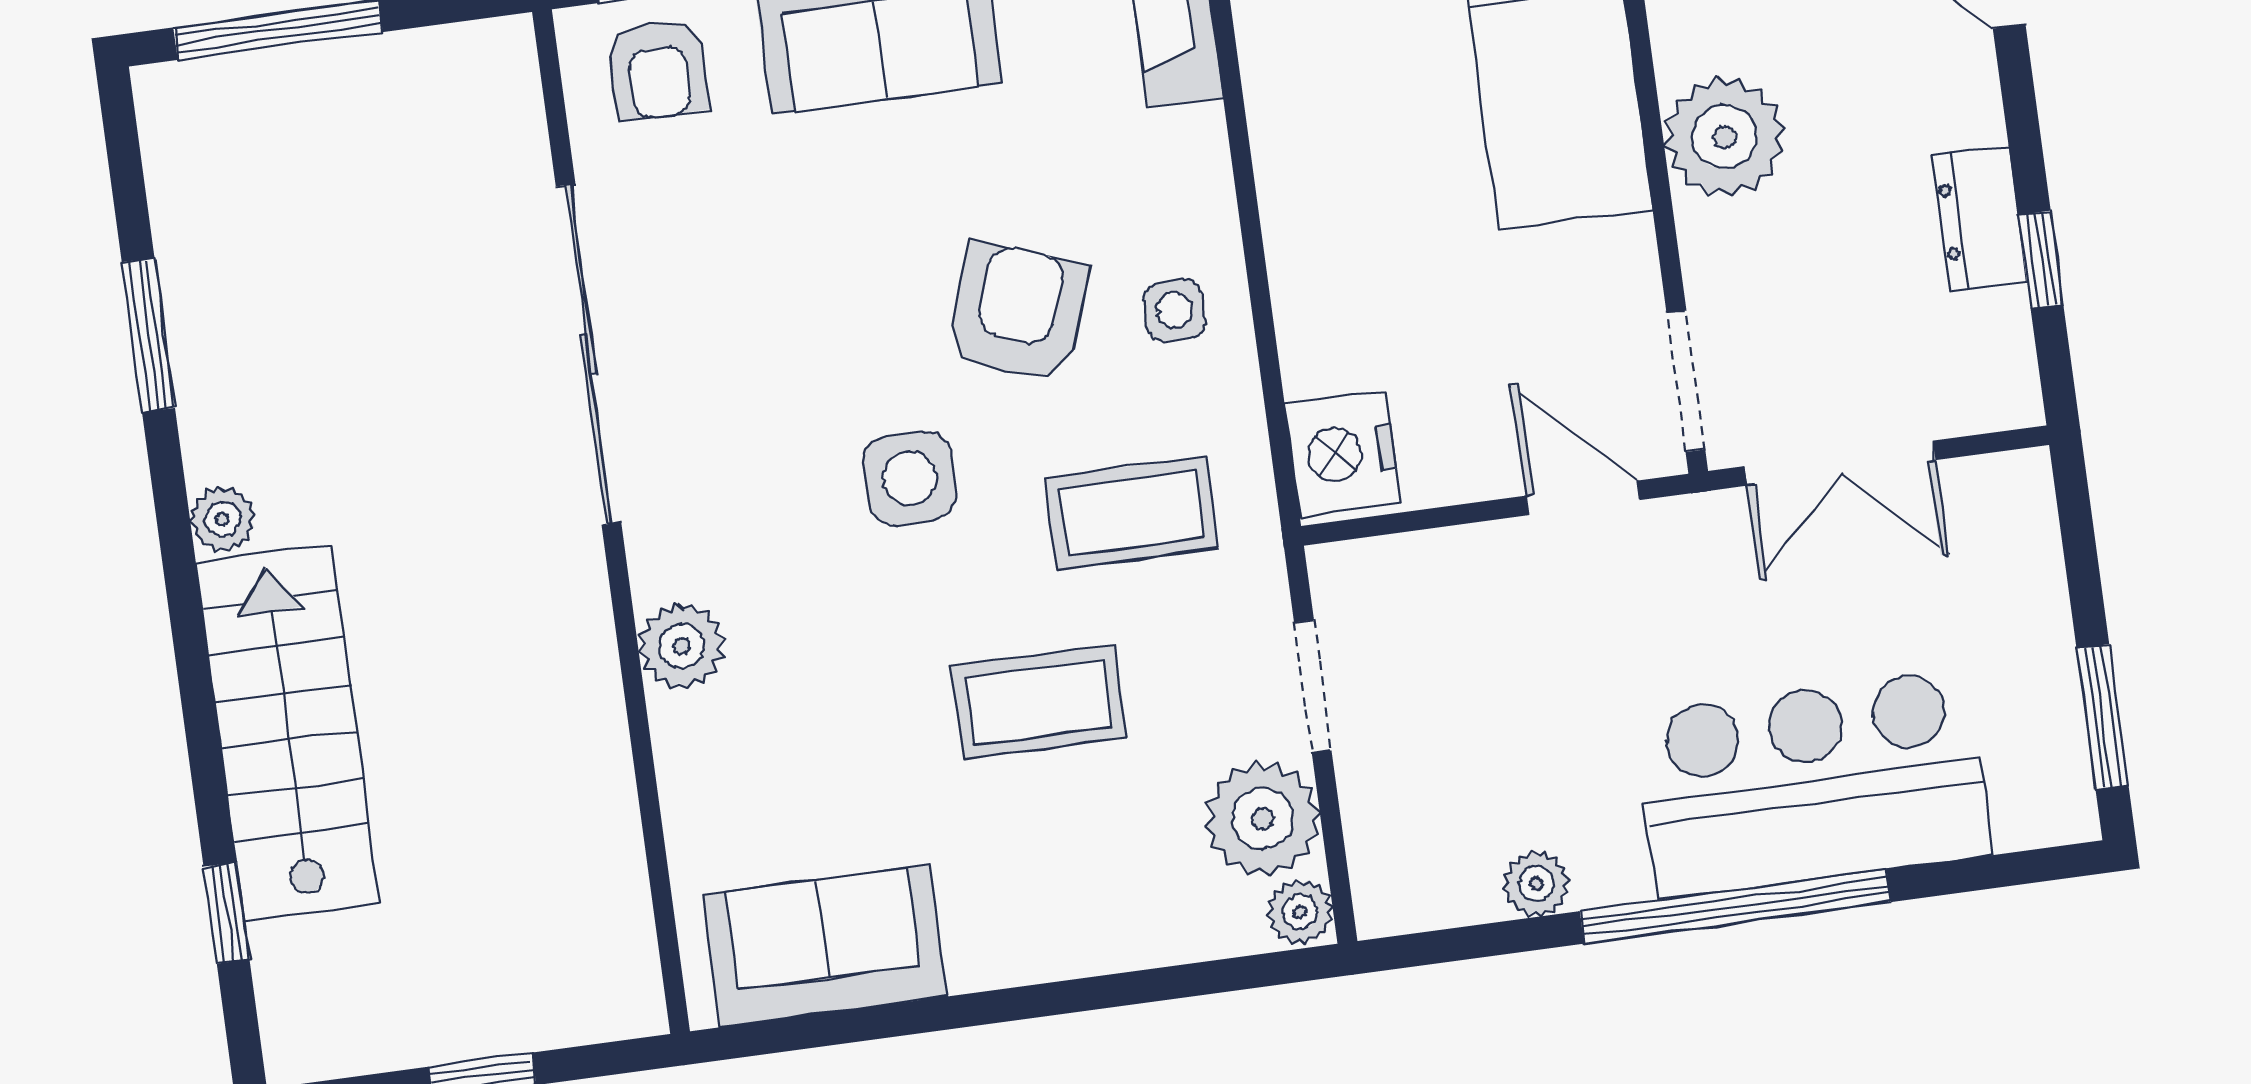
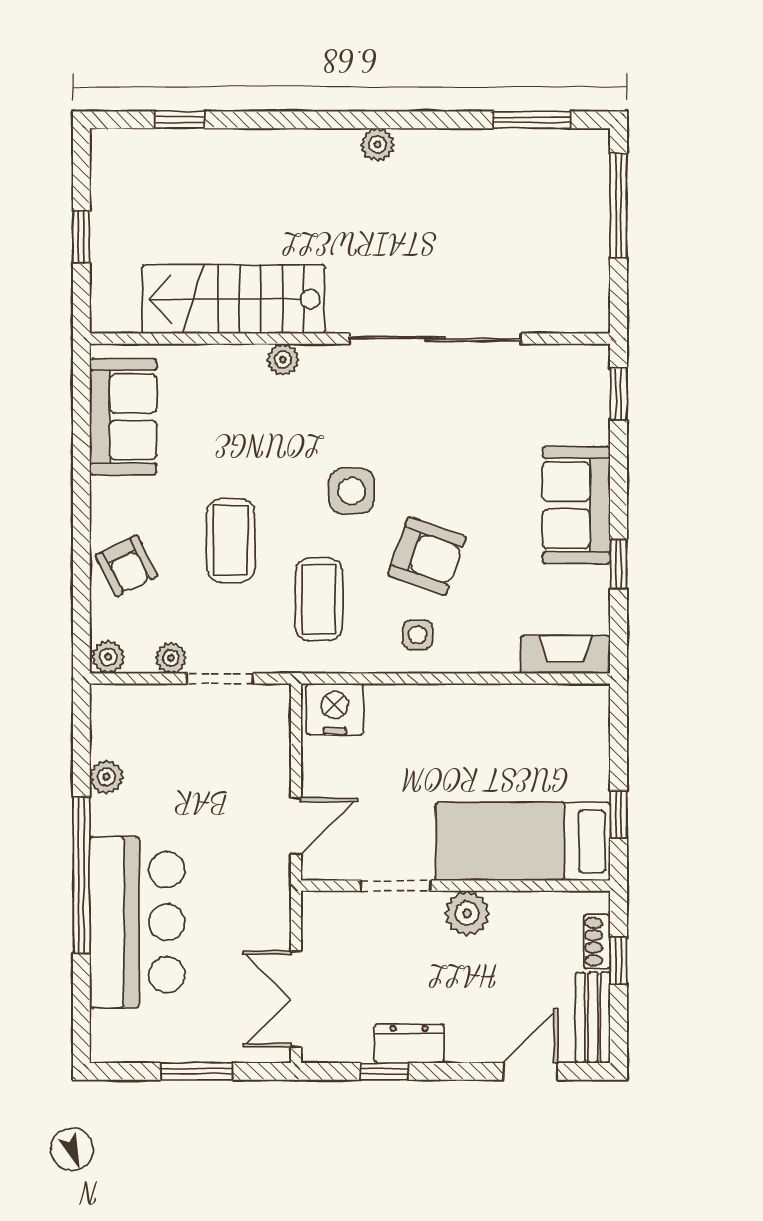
armchair: (658, 69) -> (126, 566), moved, turned -117
plant: (1724, 137) -> (467, 913), width x0.73, depth x0.73
window: (148, 335) -> (532, 120), moved
doorway: (1686, 381) -> (396, 886), moved
double door: (1840, 463) -> (296, 999), moved
plant: (682, 646) -> (283, 359), width x0.73, depth x0.73
window: (2102, 717) -> (197, 1071), moved
stairs: (288, 733) -> (234, 299), moved, turned 180
plant: (1262, 819) -> (171, 658), width x0.53, depth x0.53

